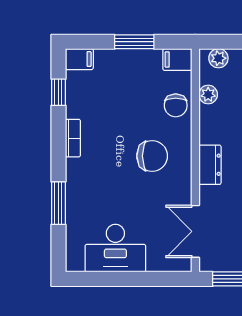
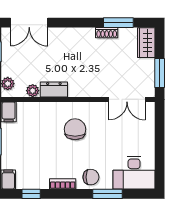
chair: (176, 105) -> (91, 177), moved
dresser: (210, 165) -> (54, 89), moved
desk: (115, 248) -> (134, 173), moved, turned 90

